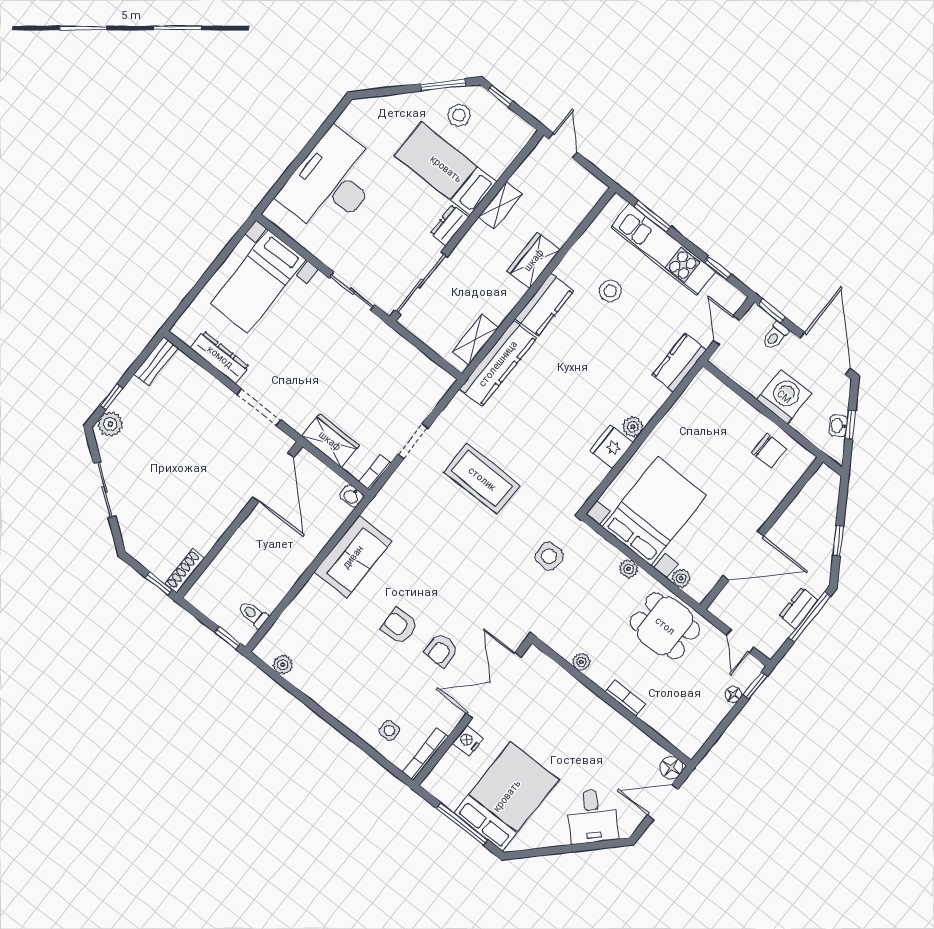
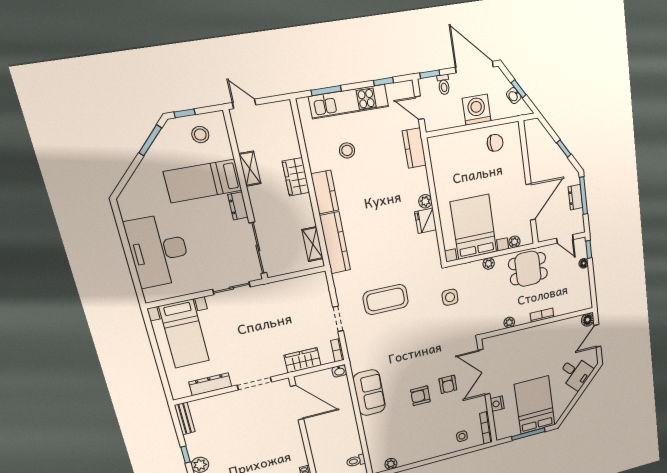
stool: (459, 115) -> (200, 135), moved

